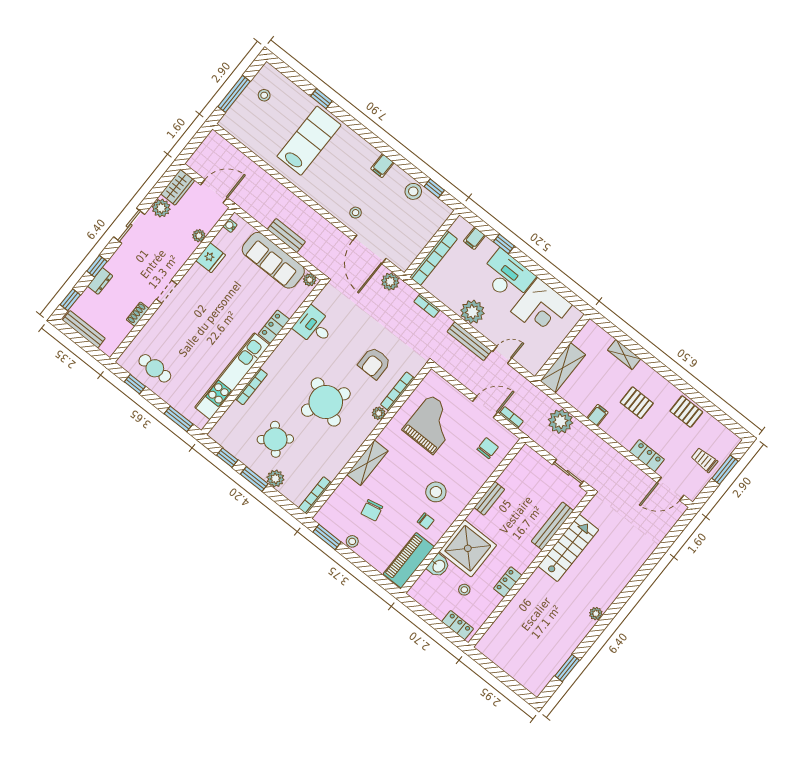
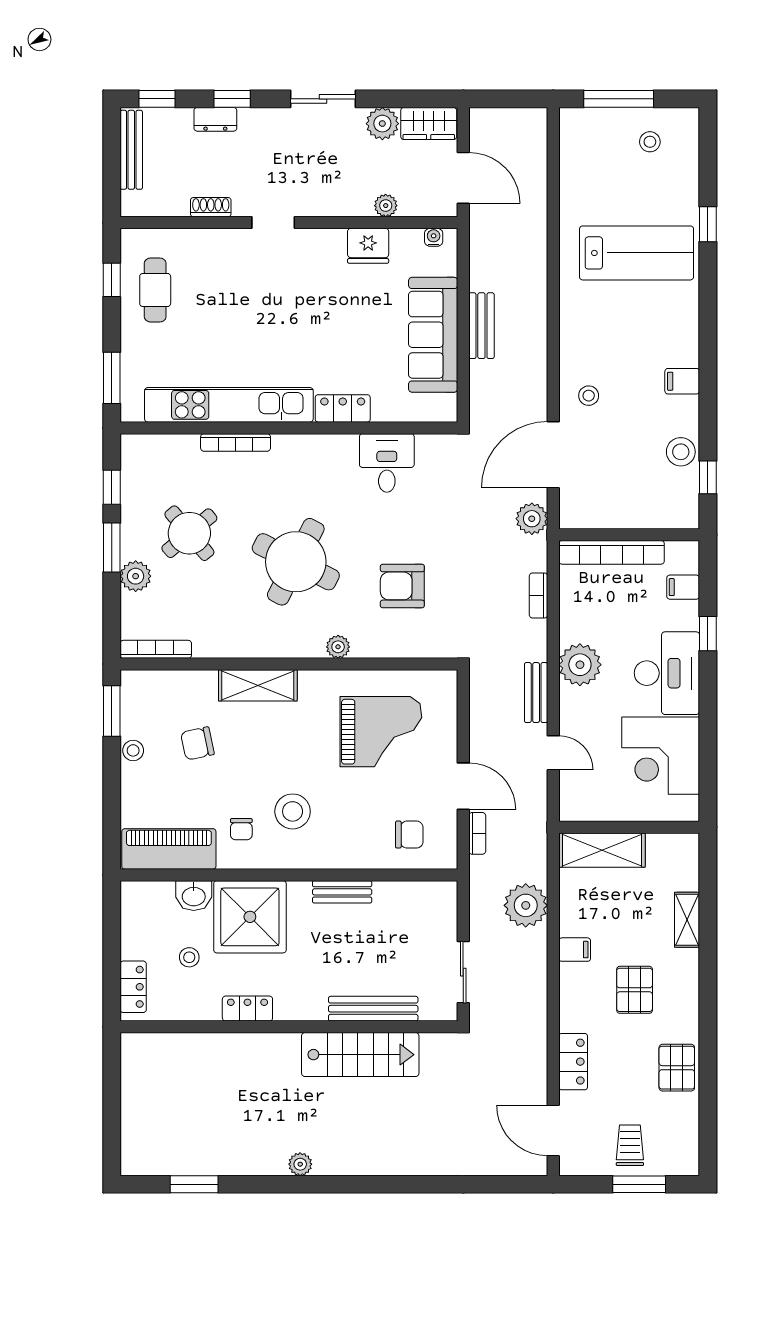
plant: (310, 280) -> (446, 406), removed
bench: (469, 341) -> (536, 693), width x0.73
bookcase: (398, 391) -> (389, 649), removed

